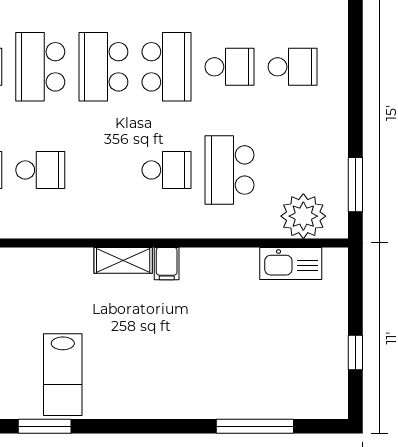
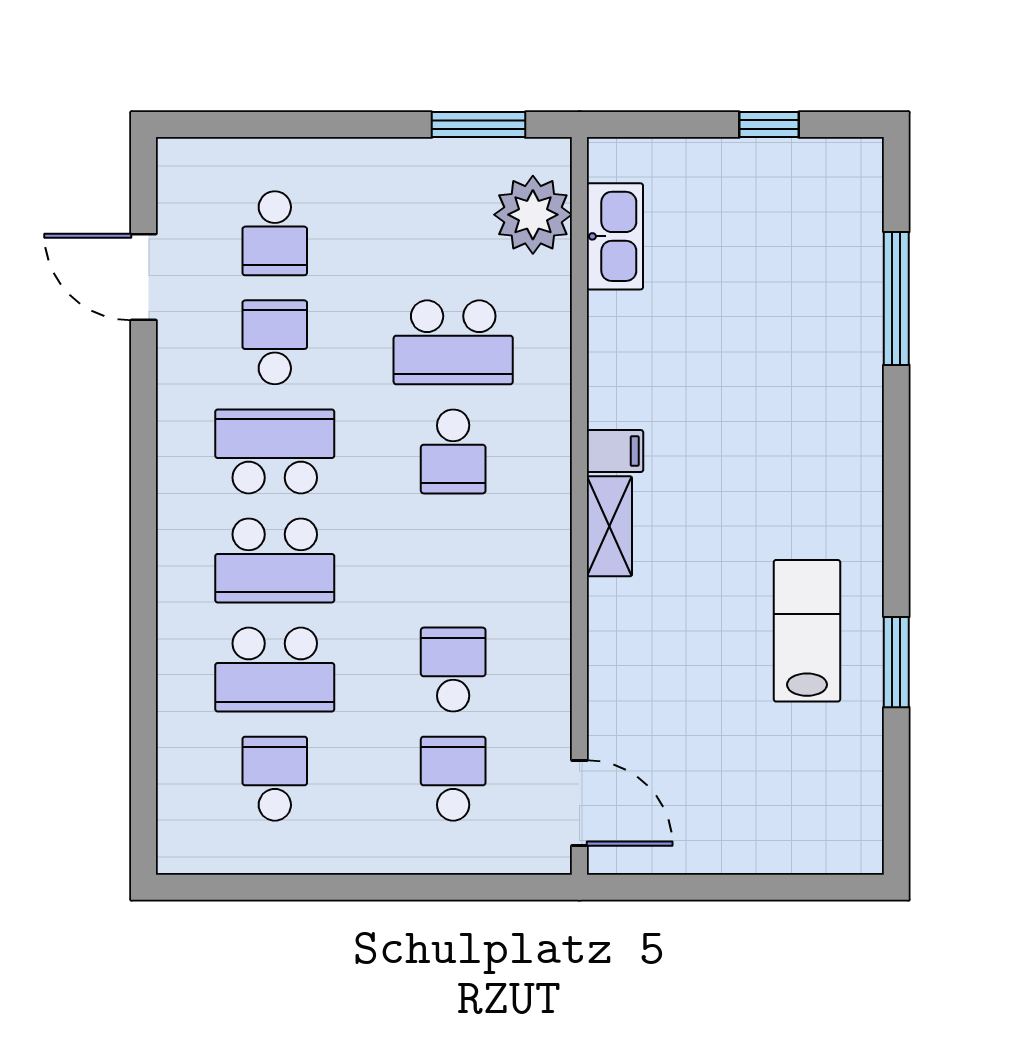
school desk: (293, 67) -> (275, 233), turned 180
school desk: (166, 170) -> (453, 451), turned 180
lab bench: (63, 375) -> (807, 631), turned -90

